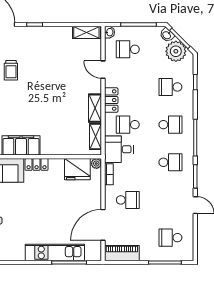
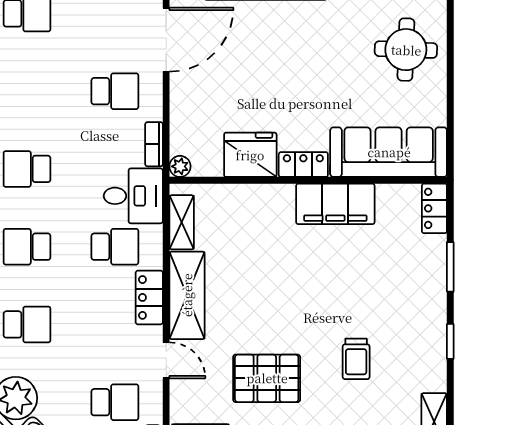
pallet: (54, 61) -> (267, 378), added
trolley: (11, 70) -> (356, 359), turned 180
shelving: (95, 108) -> (187, 295), width x1.50, depth x1.33
fridge: (77, 169) -> (250, 155), moved
school desk: (128, 200) -> (115, 91), turned 180

